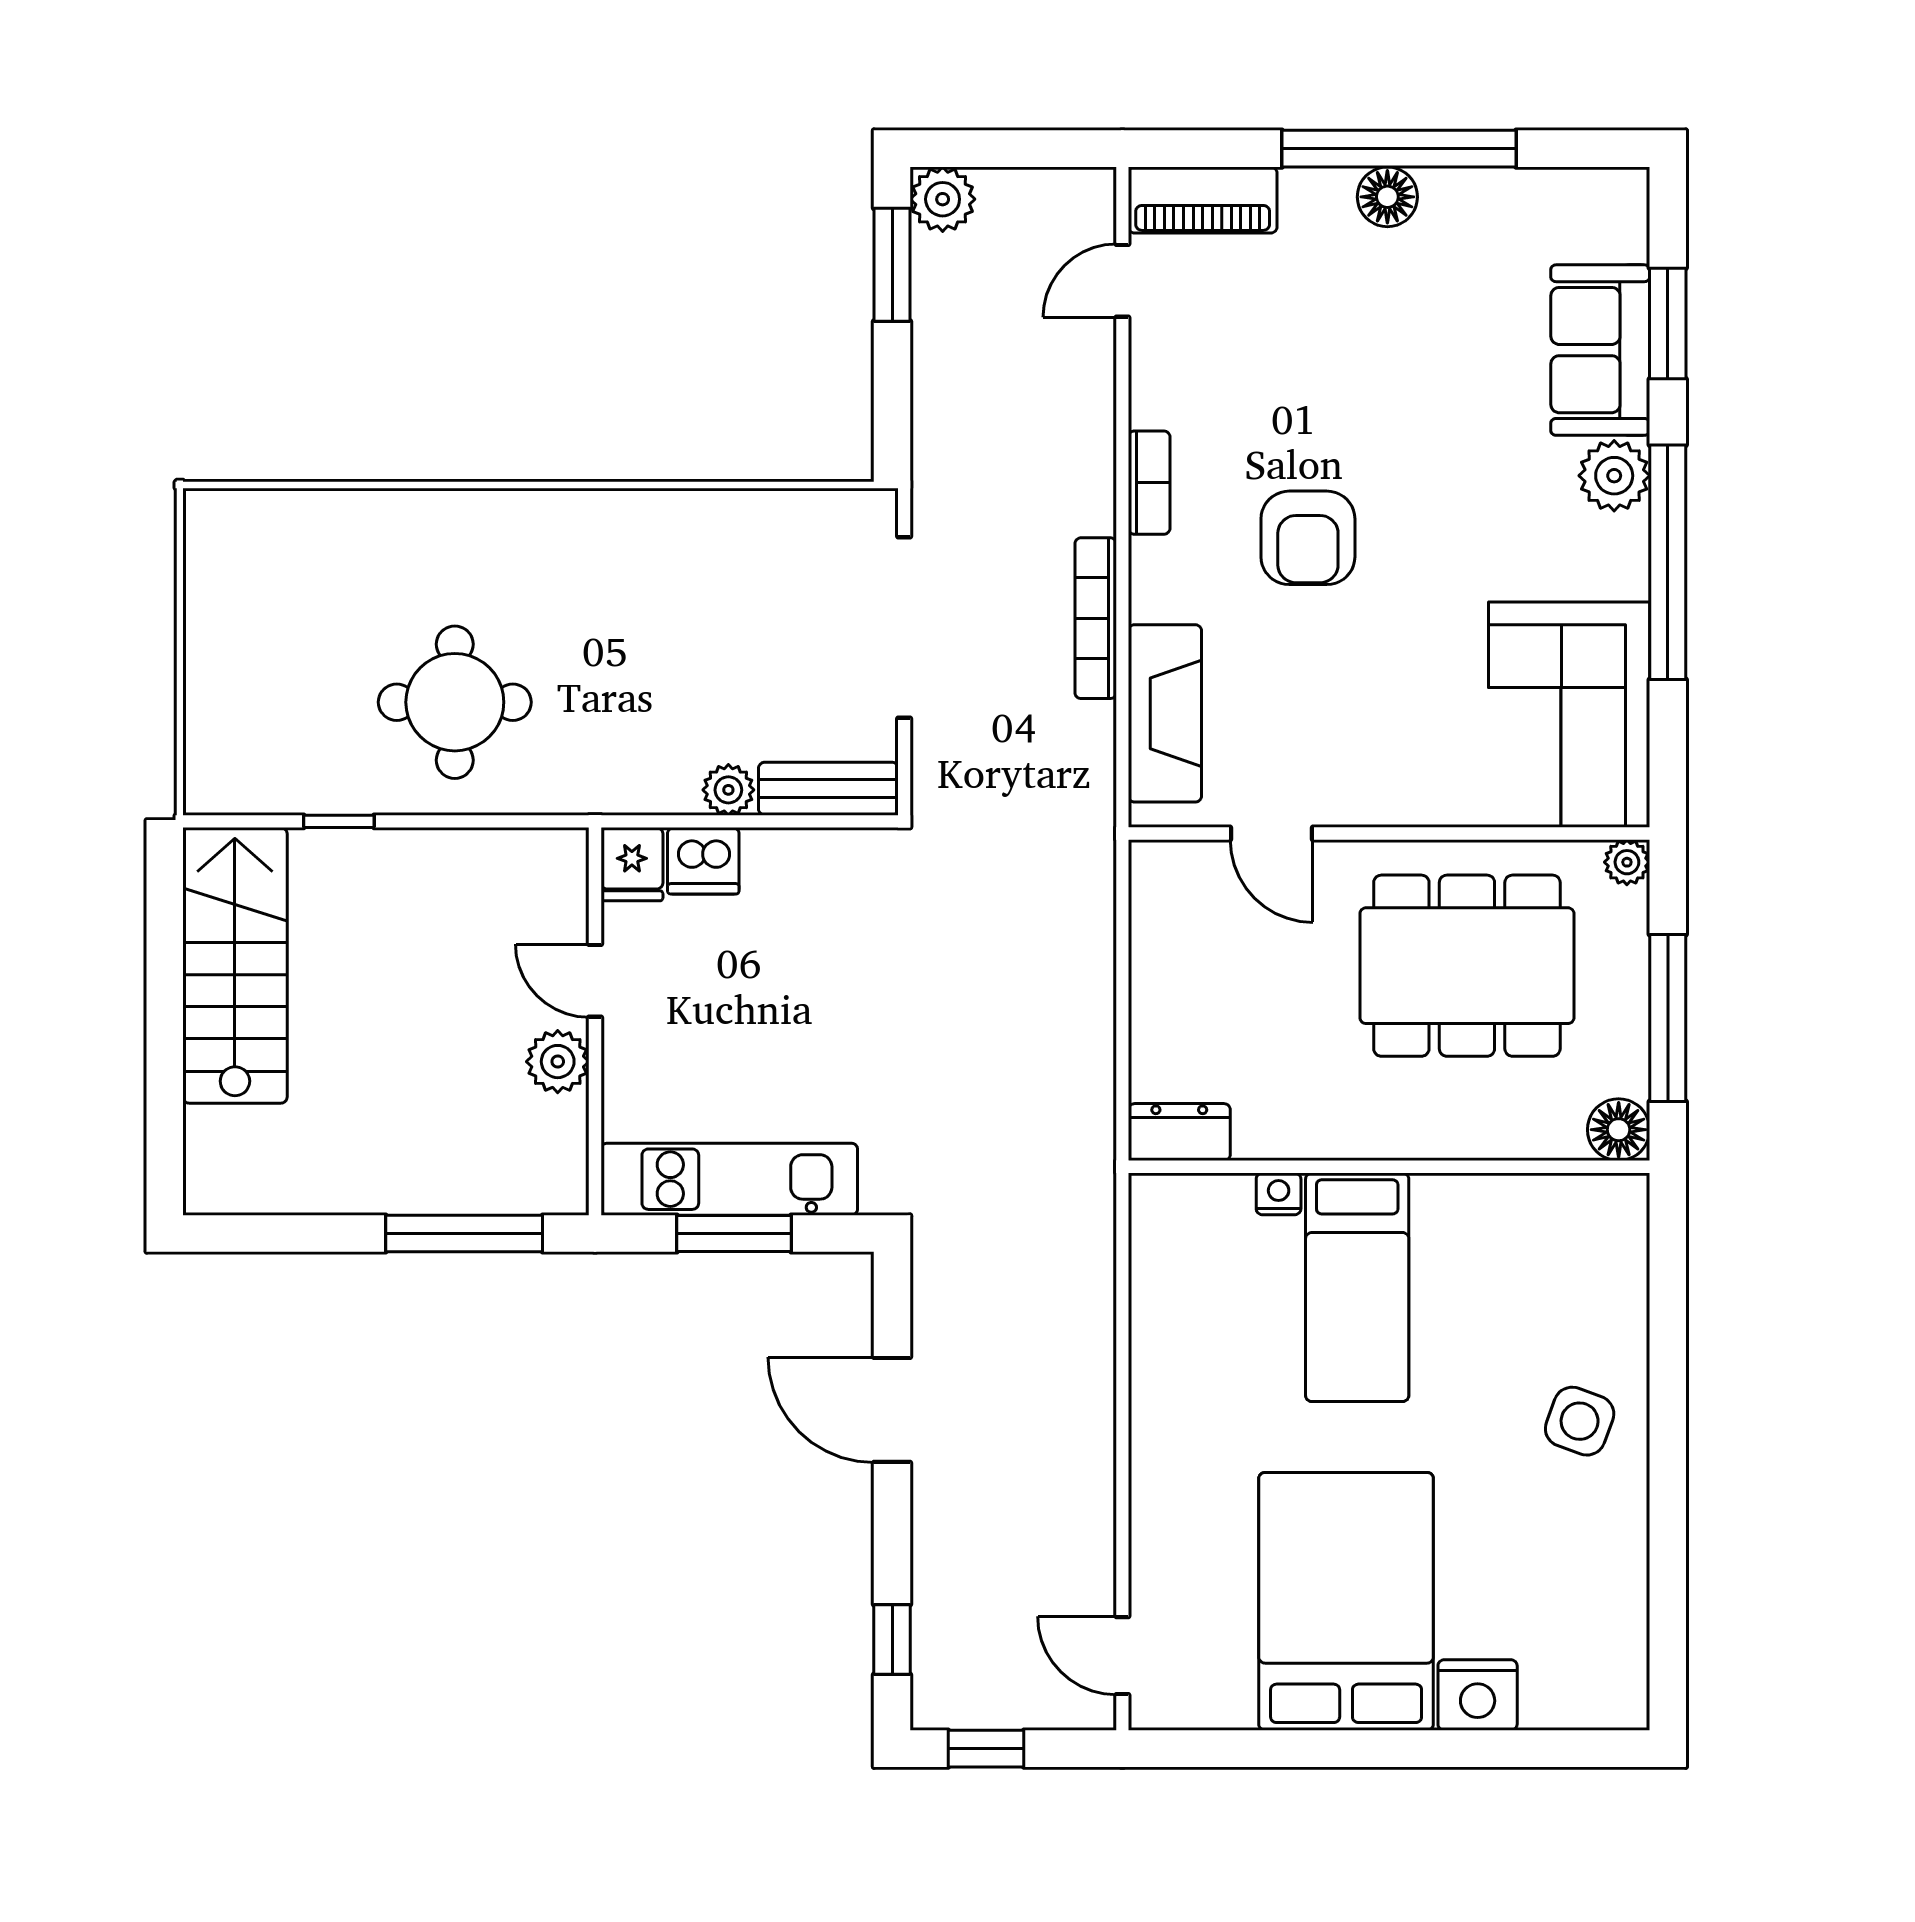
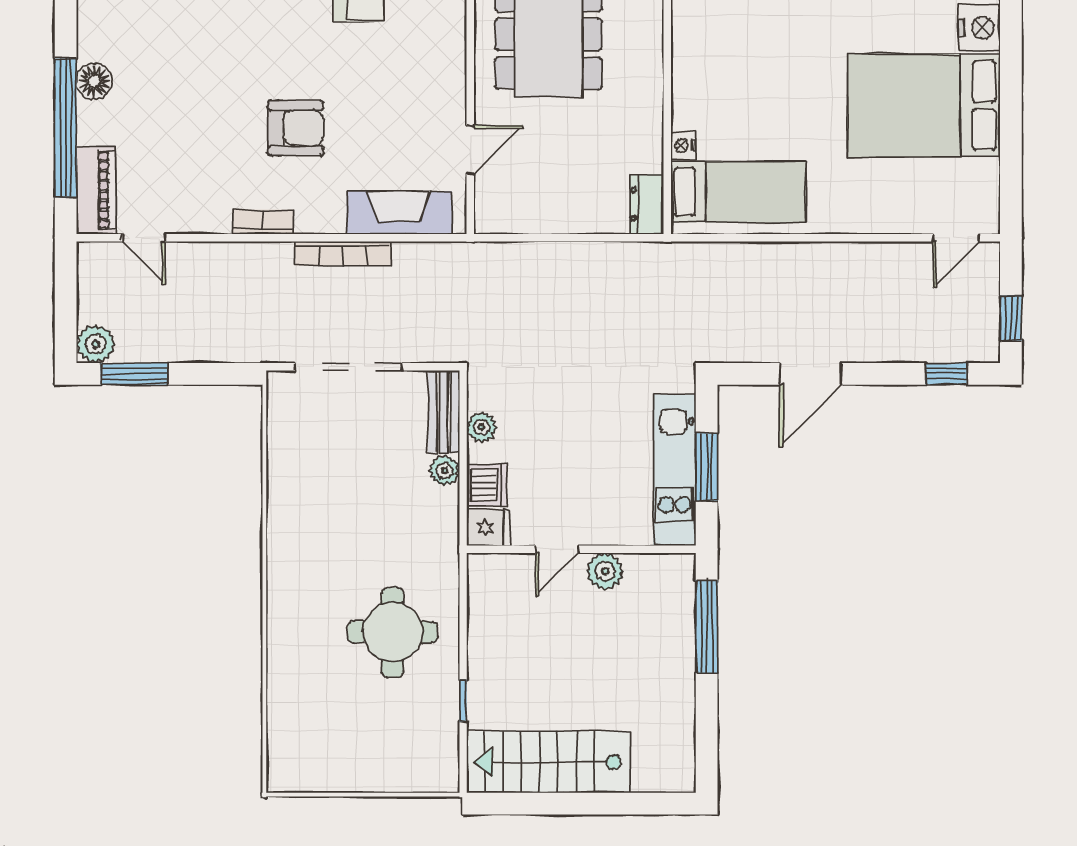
window: (1399, 149) -> (66, 128), moved
plant: (802, 853) -> (482, 427), added
bed: (1357, 1287) -> (738, 192), moved

